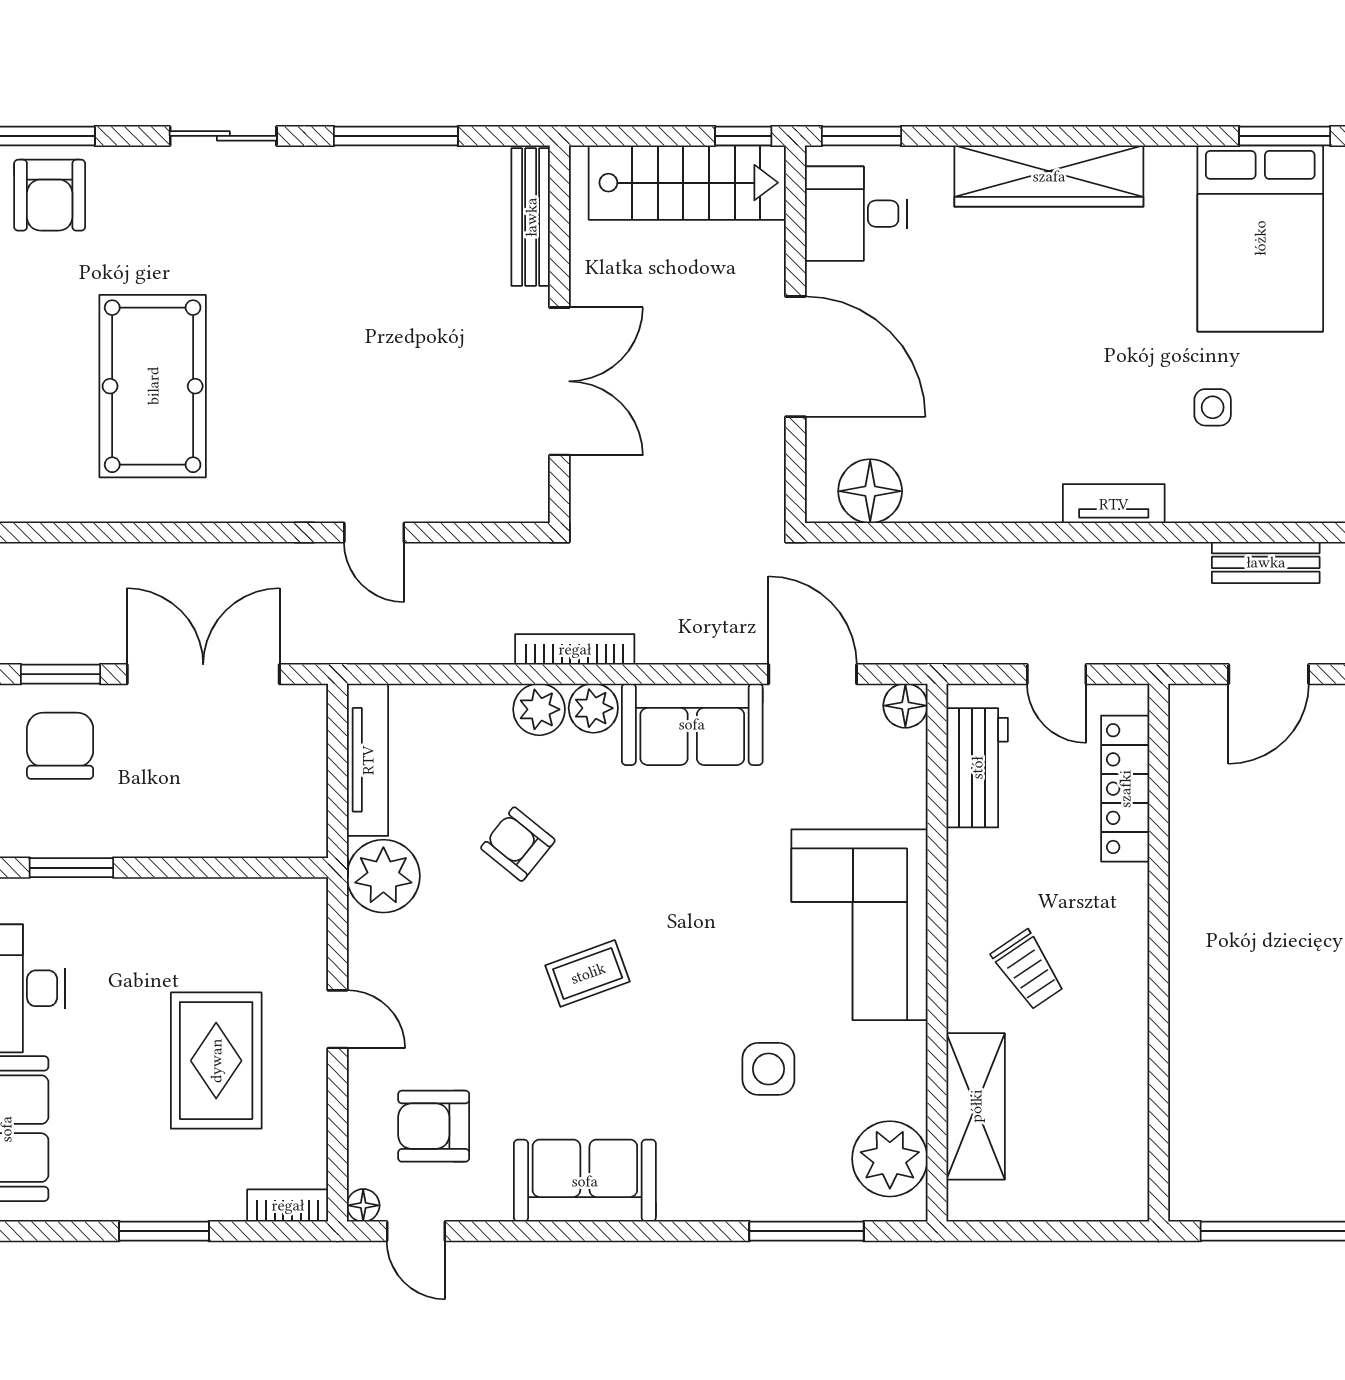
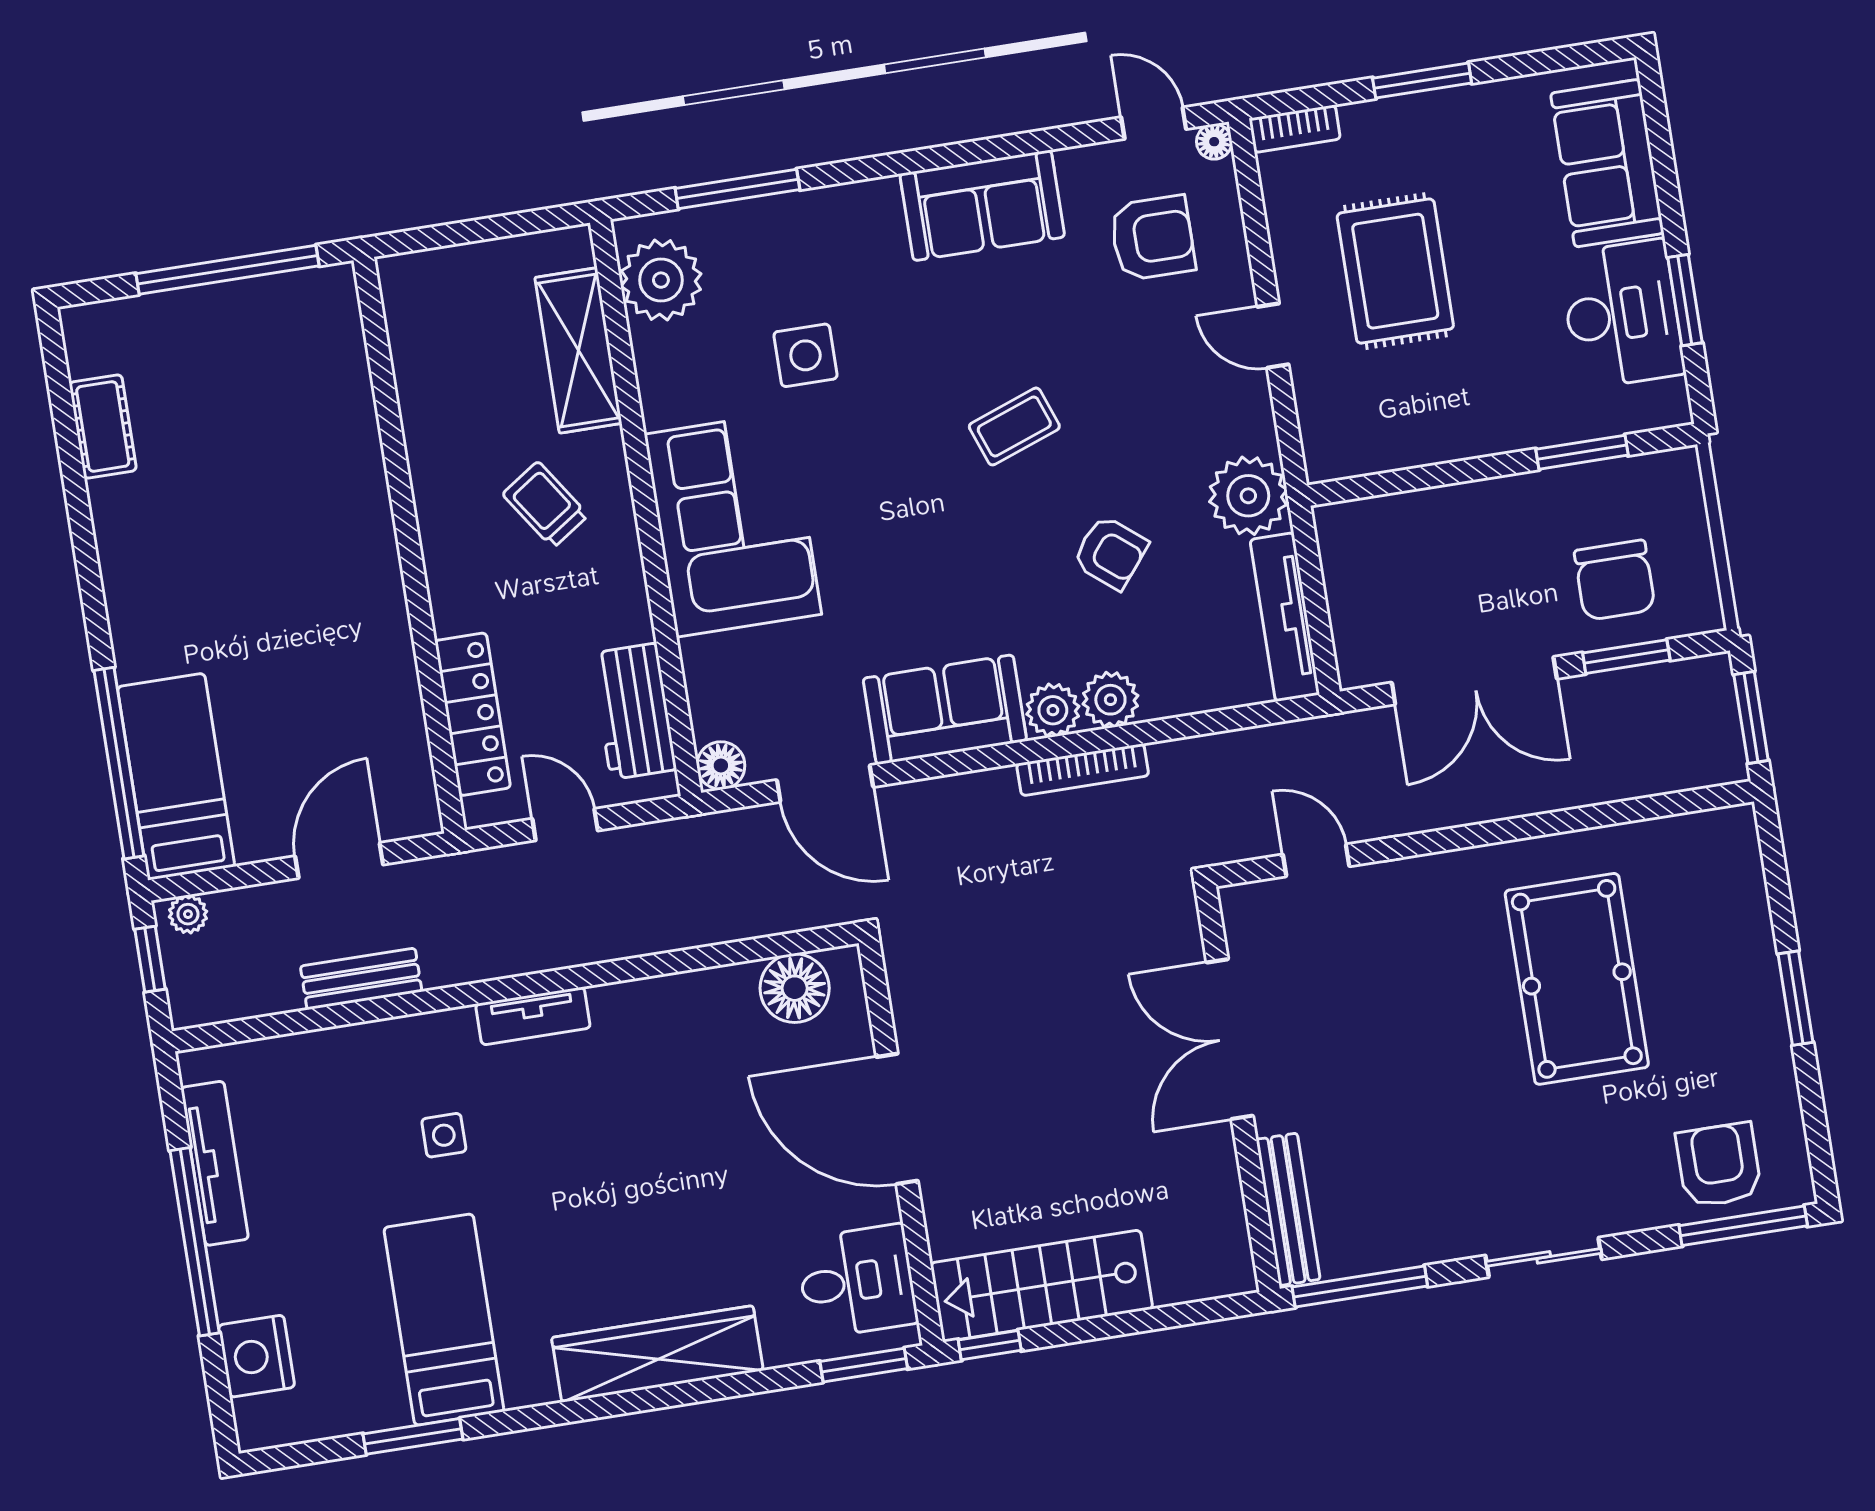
bench: (531, 217) -> (1288, 1209), moved
bed: (1260, 238) -> (444, 1320), width x0.67
wall: (559, 334) -> (1238, 1089), moved
double door: (559, 381) -> (1230, 1039), moved

